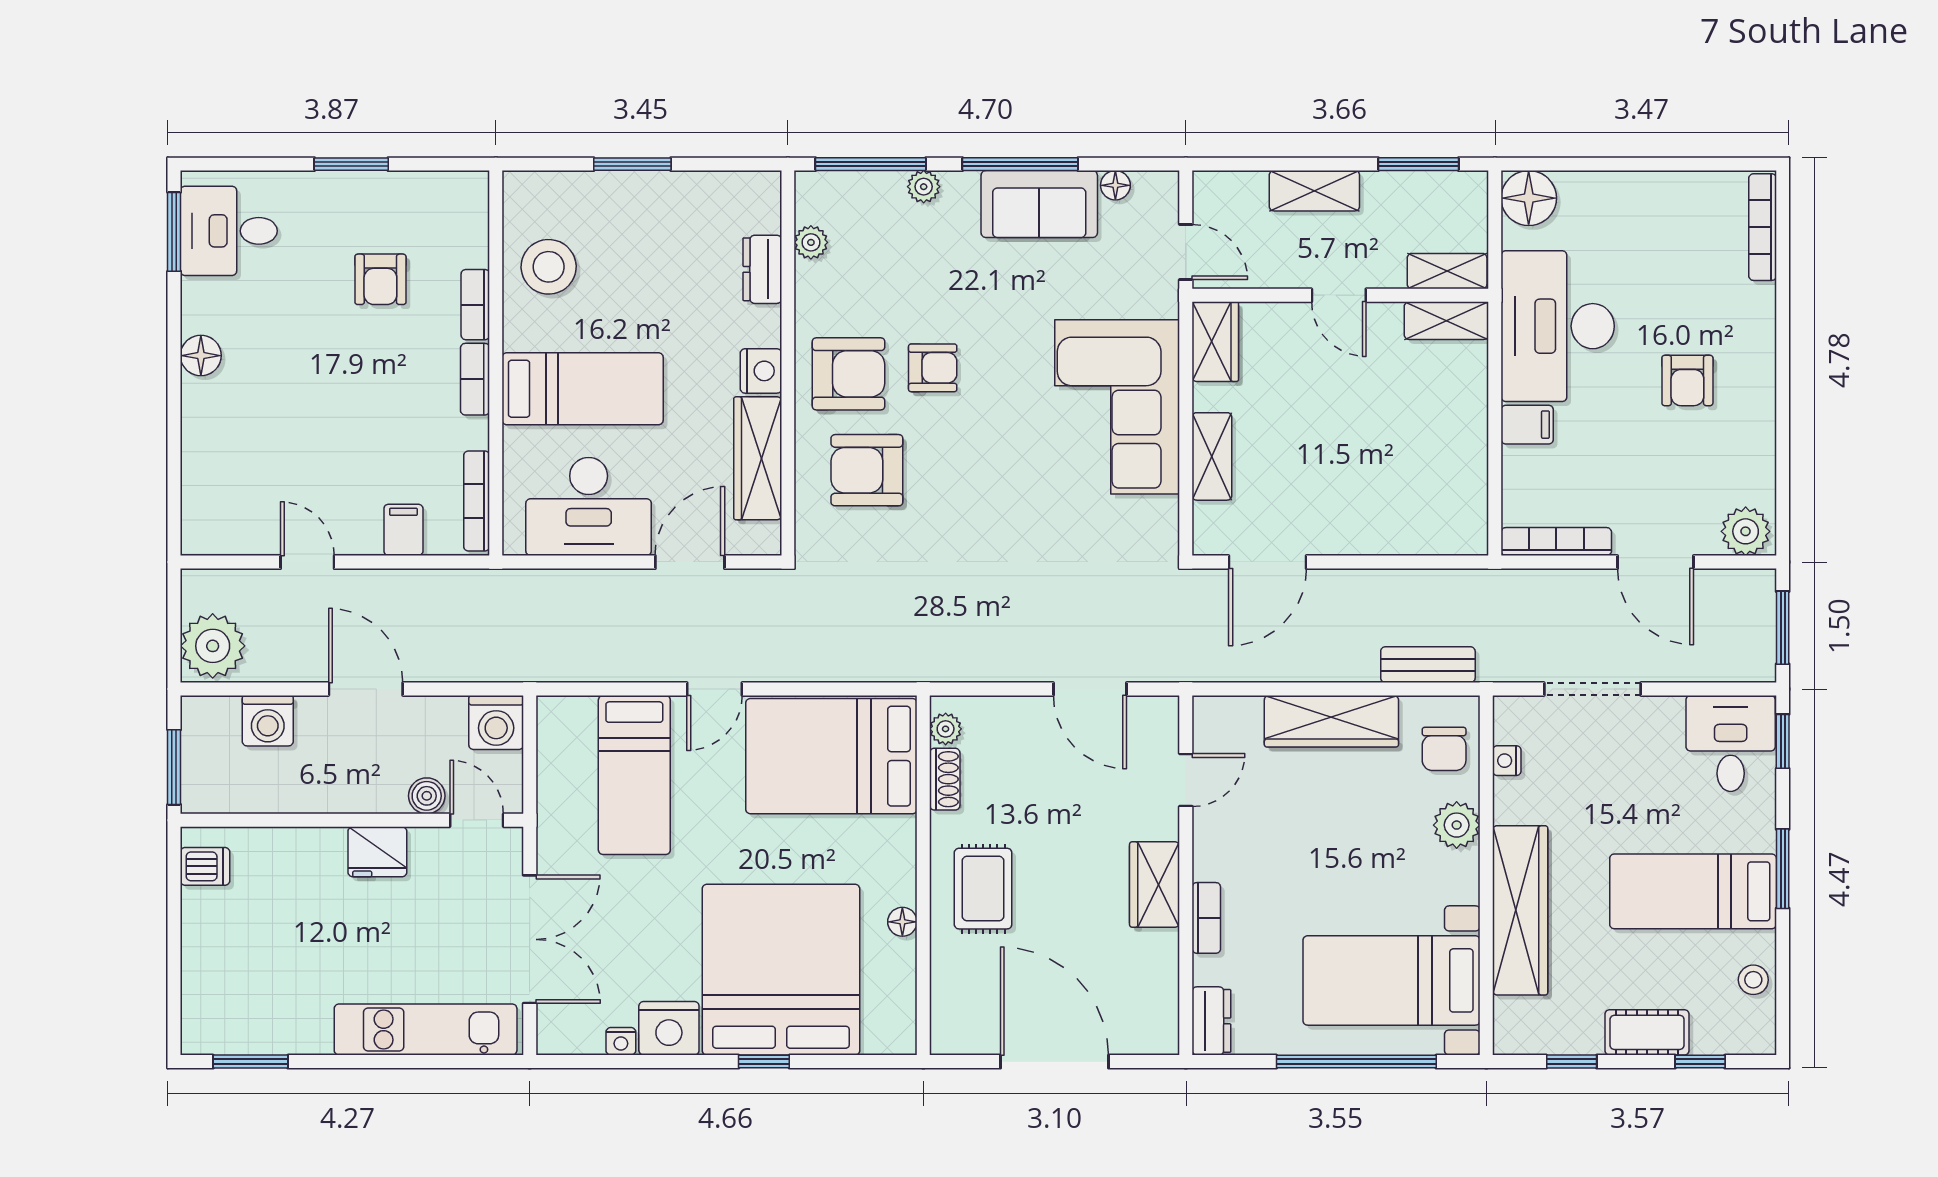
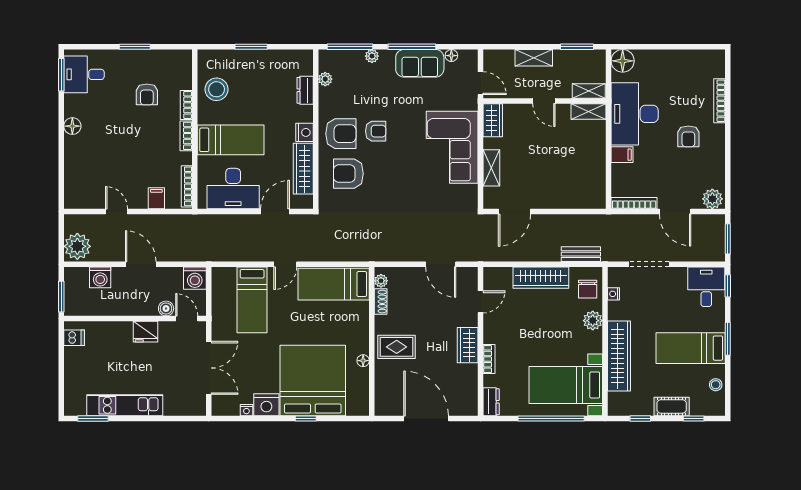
bookcase: (1763, 227) -> (720, 101), moved
bed: (831, 756) -> (334, 284), width x0.67
rug: (983, 889) -> (397, 347), turned 90
kitchen unit: (426, 1029) -> (125, 405), moved

